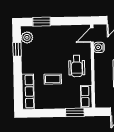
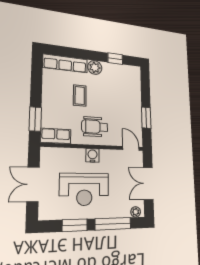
window: (42, 22) -> (146, 118), moved
plant: (27, 37) -> (95, 68), moved
water cooler: (99, 47) -> (92, 155), moved

